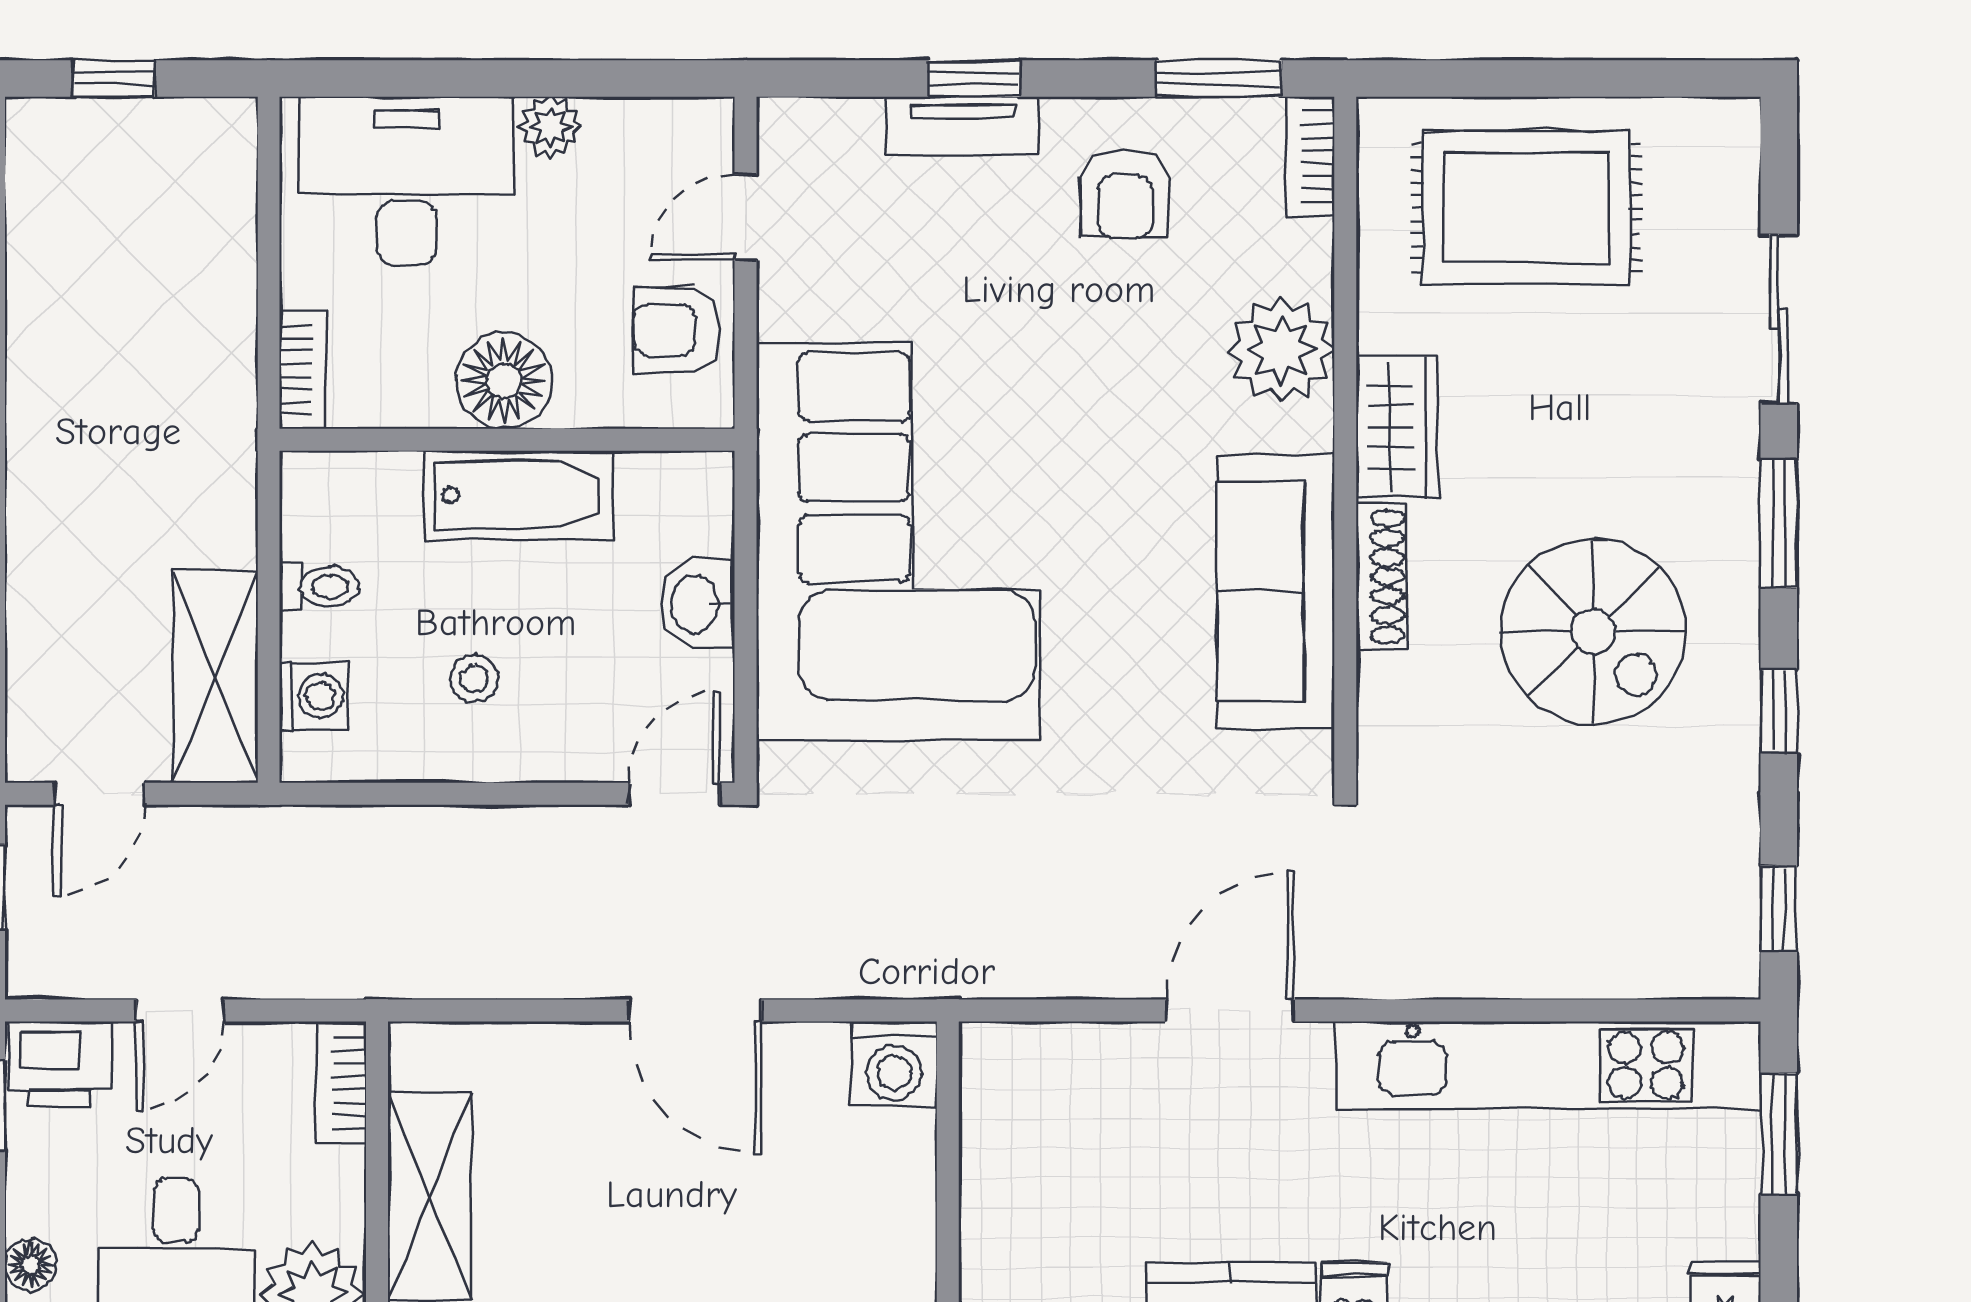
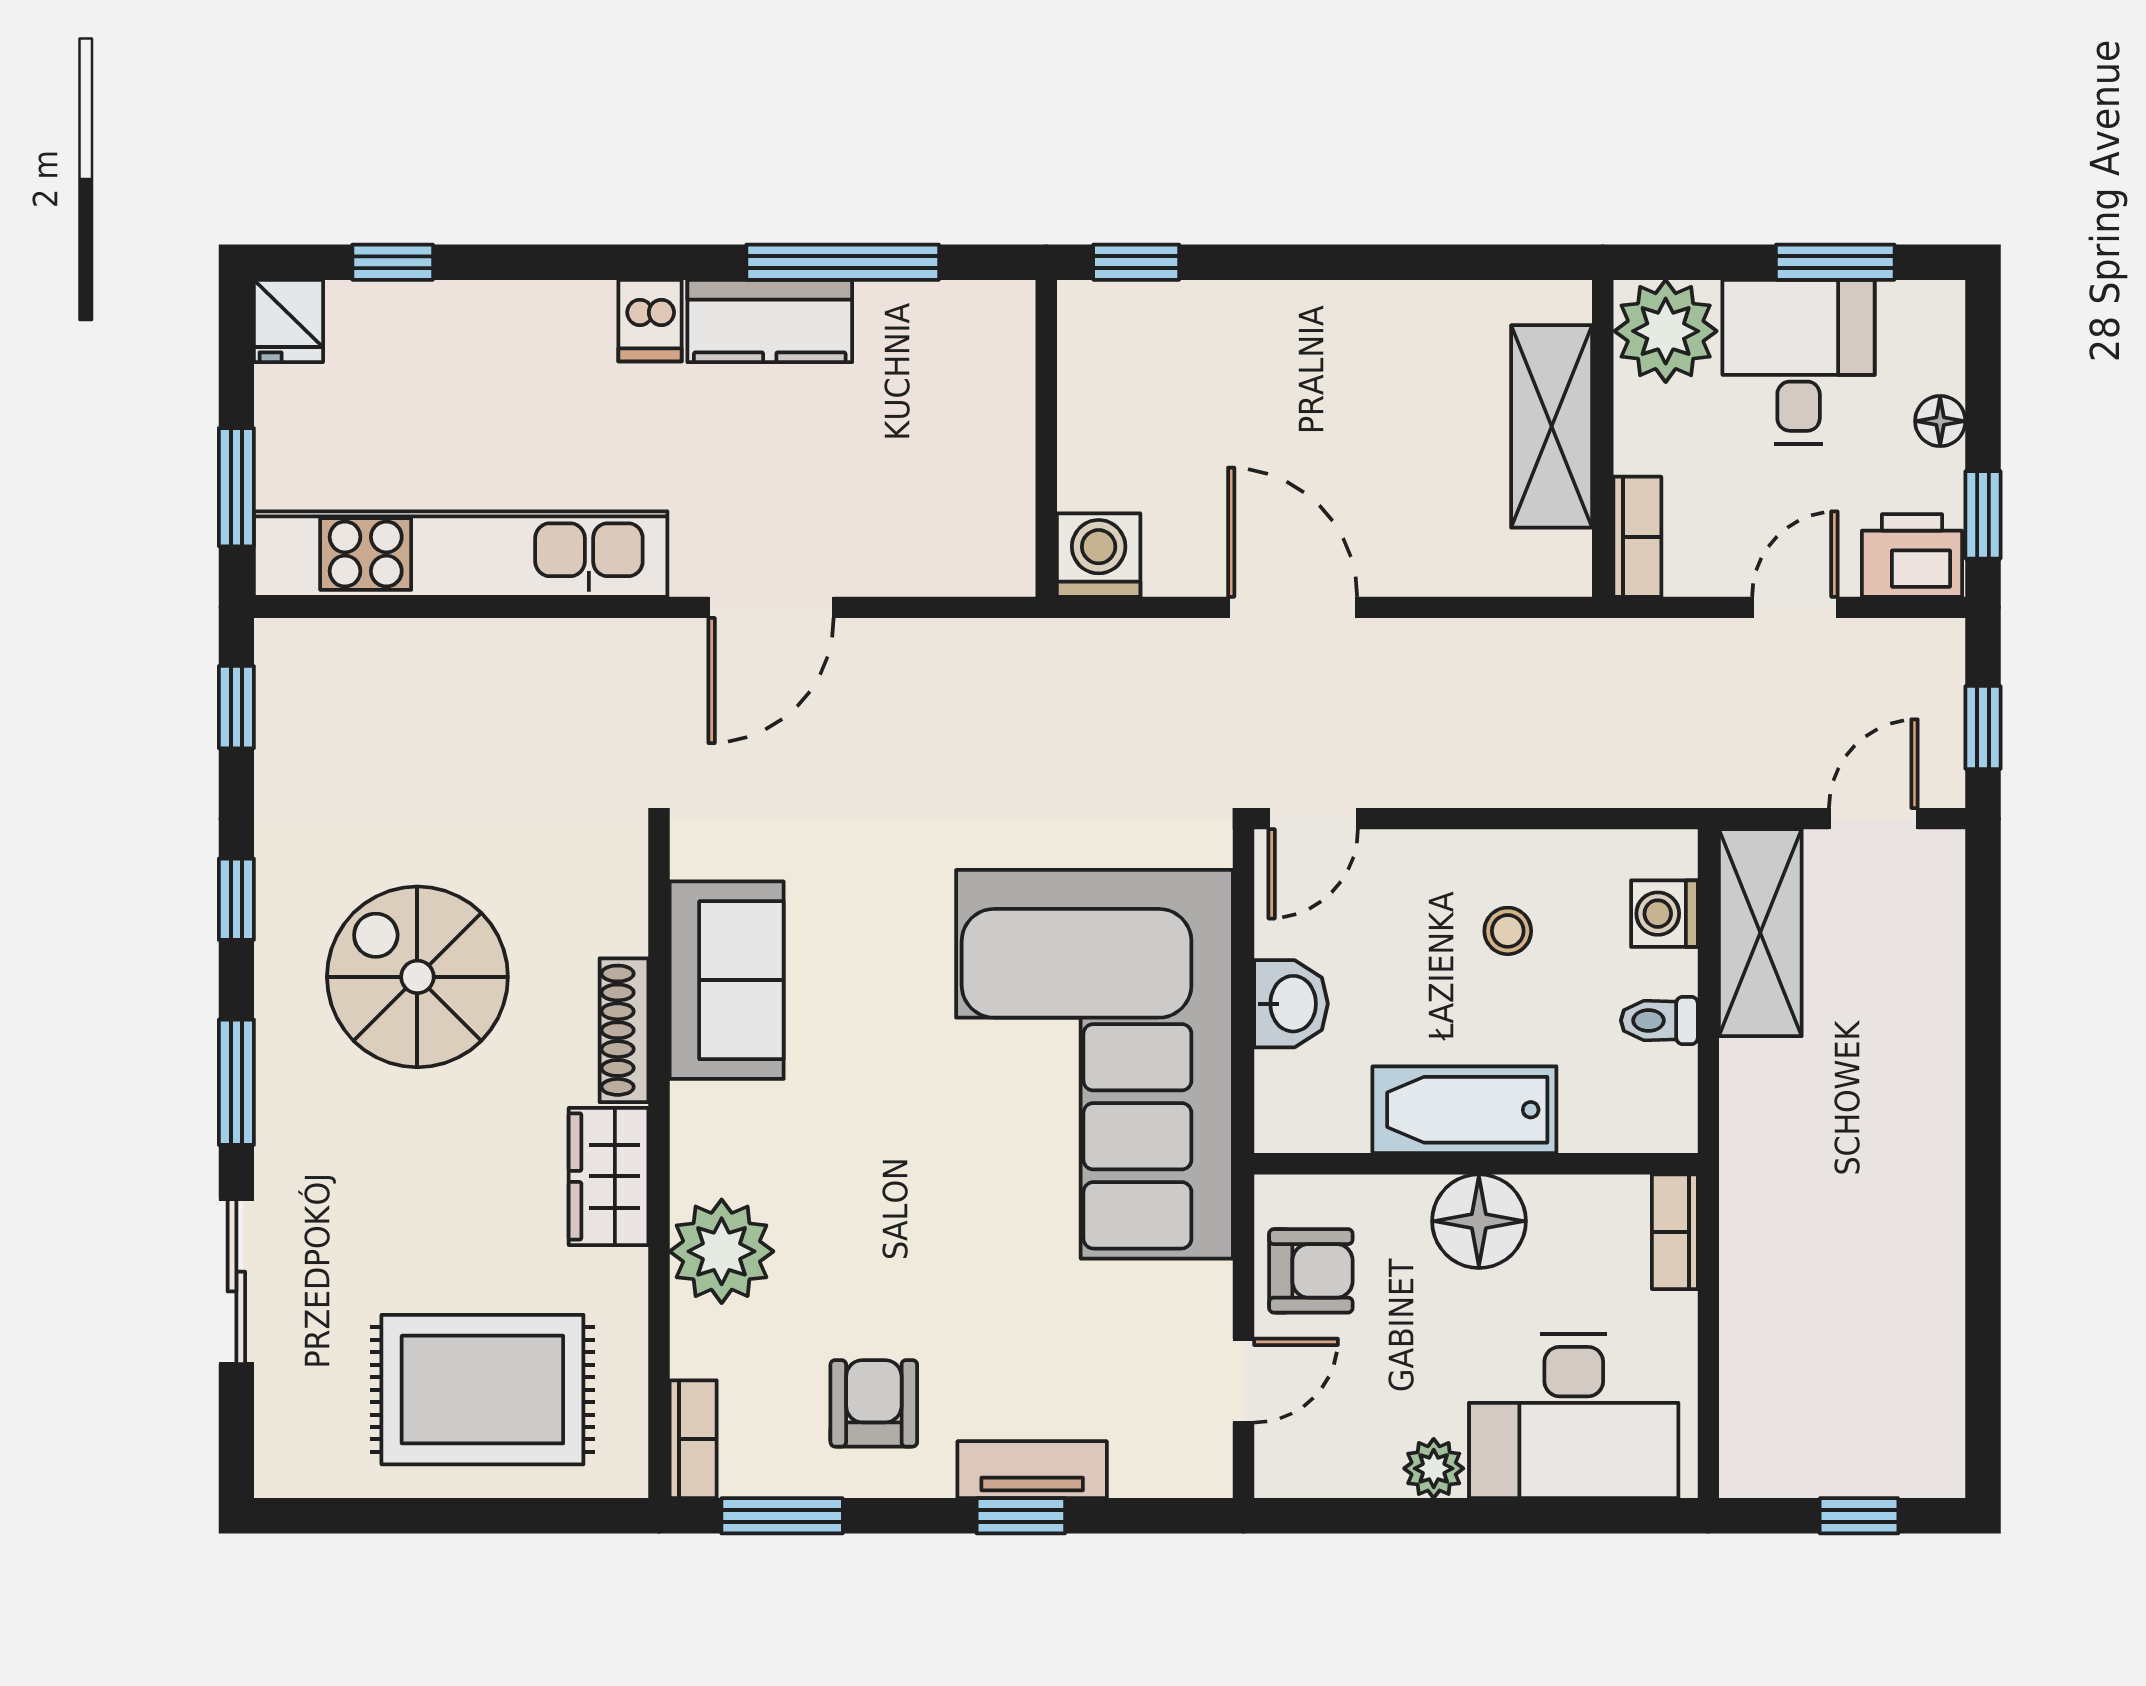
sofa: (1276, 591) -> (727, 980), width x0.73
floor lamp: (31, 1265) -> (1940, 421), moved

